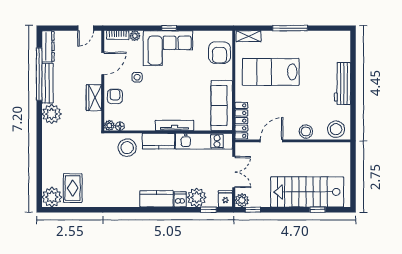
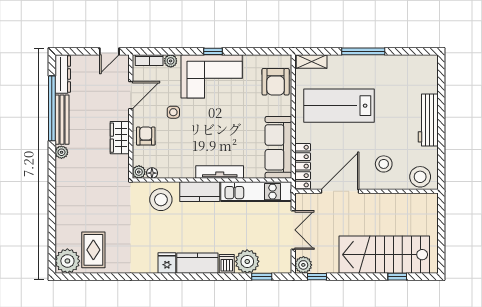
plant: (52, 114) -> (61, 152), width x0.53, depth x0.53
stool: (306, 131) -> (384, 164), moved
door: (272, 141) -> (340, 191), width x1.36
fridge: (225, 199) -> (167, 263), moved

